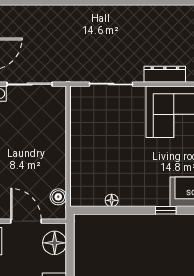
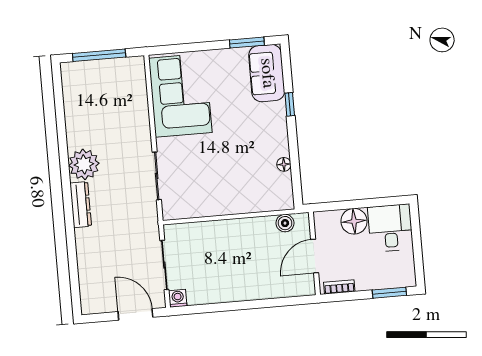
plant: (127, 19) -> (84, 164), added
dresser: (165, 74) -> (81, 205), moved, turned 180
floor lamp: (55, 243) -> (354, 221), moved

